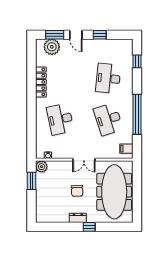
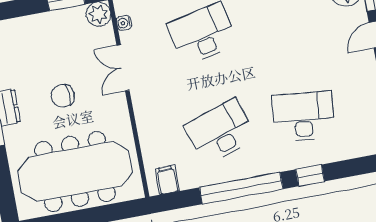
window: (137, 61) -> (310, 175), moved
double door: (84, 160) -> (123, 68), moved

